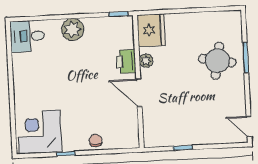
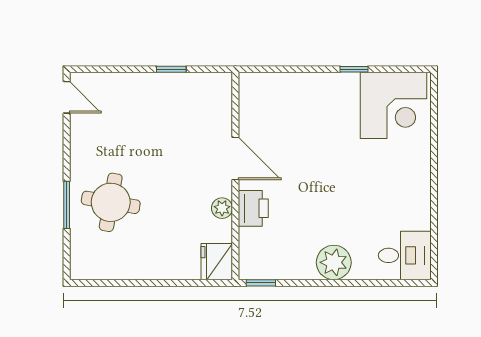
fridge: (151, 30) -> (217, 262), width x0.73, depth x0.75
chair: (96, 140) -> (307, 88), removed

